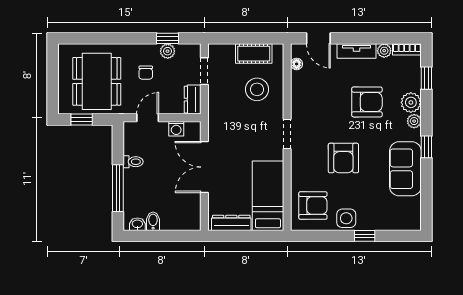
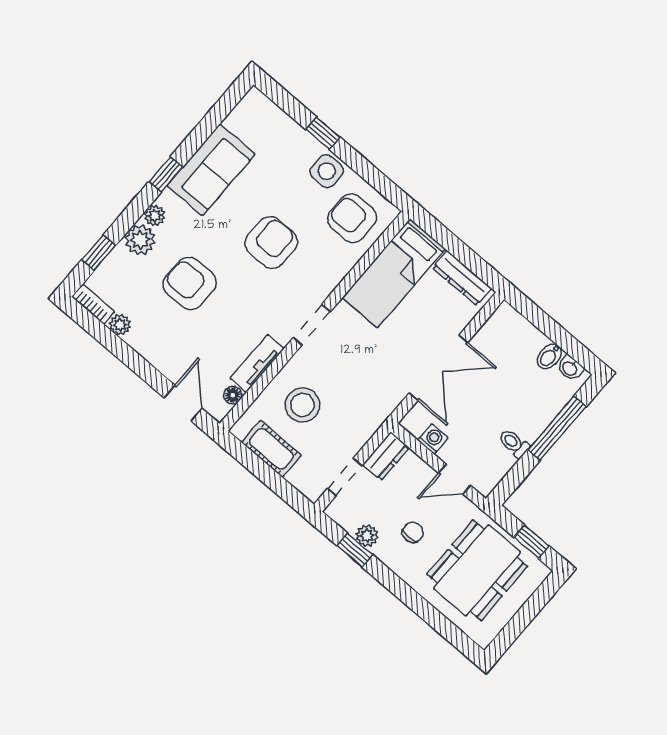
tv unit: (356, 51) -> (257, 363), moved, turned -90

